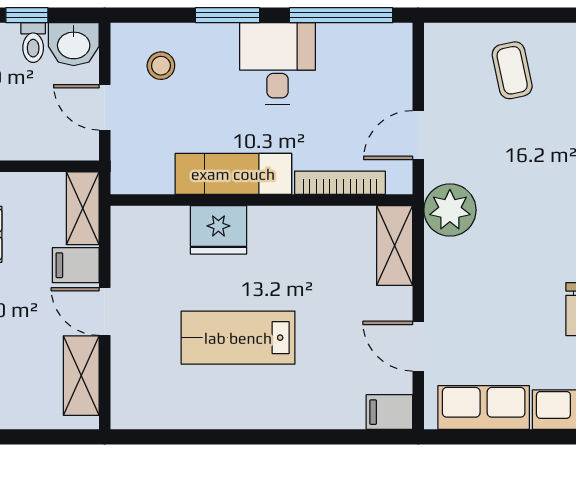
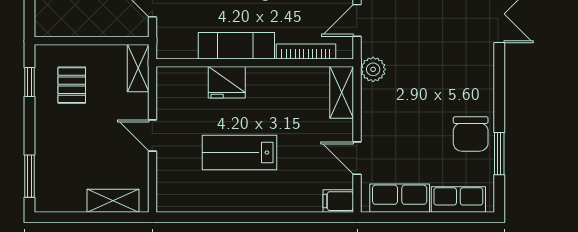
plant: (450, 210) -> (373, 69), width x0.73, depth x0.73
filing cabinet: (76, 265) -> (134, 105), removed
shelving: (81, 376) -> (113, 201), moved, turned 90

